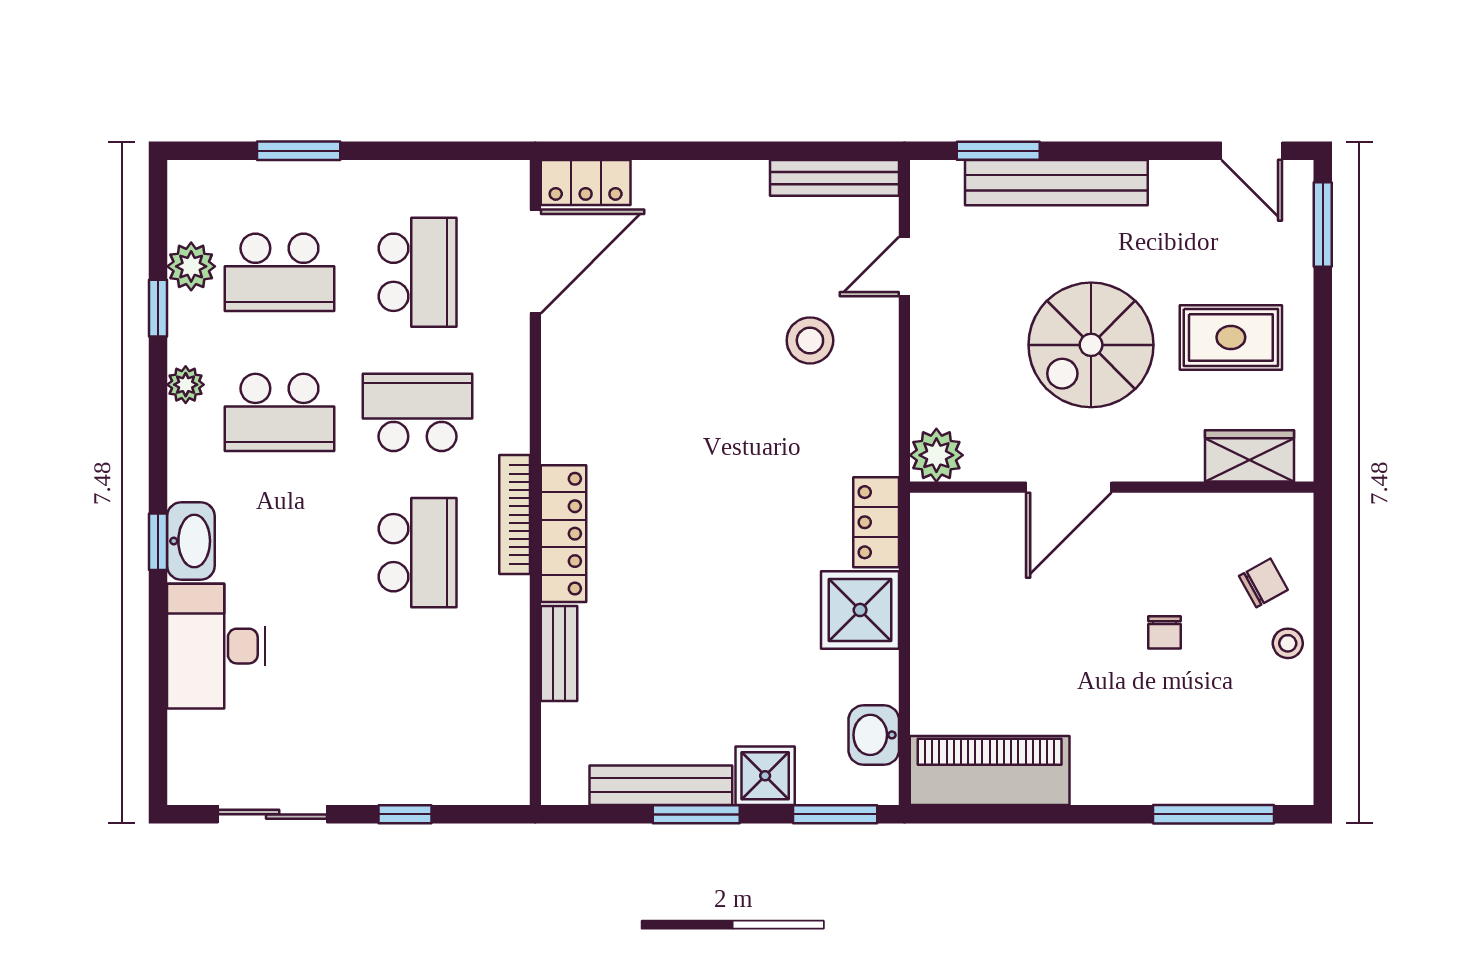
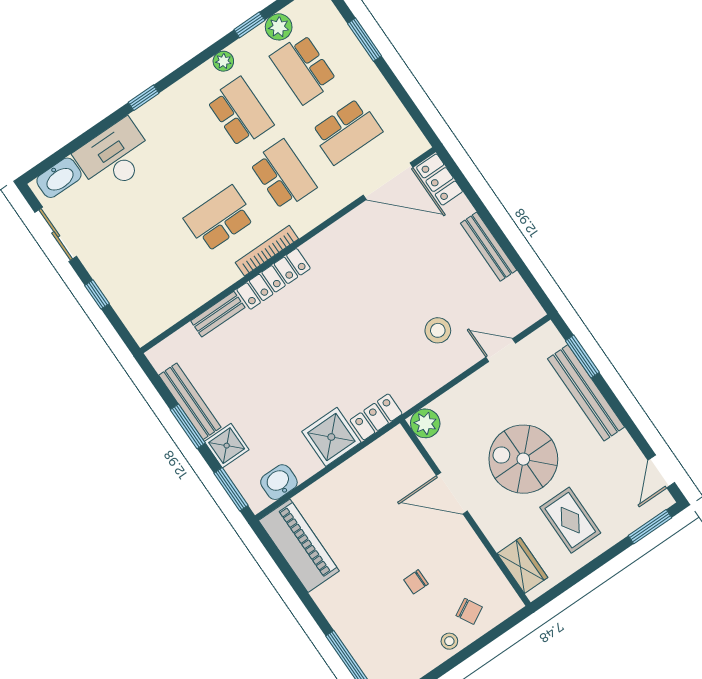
bench: (835, 178) -> (489, 247), moved
school desk: (279, 412) -> (240, 112), turned 180
washbasin: (191, 541) -> (59, 178), moved
school desk: (418, 553) -> (219, 219), turned 180

